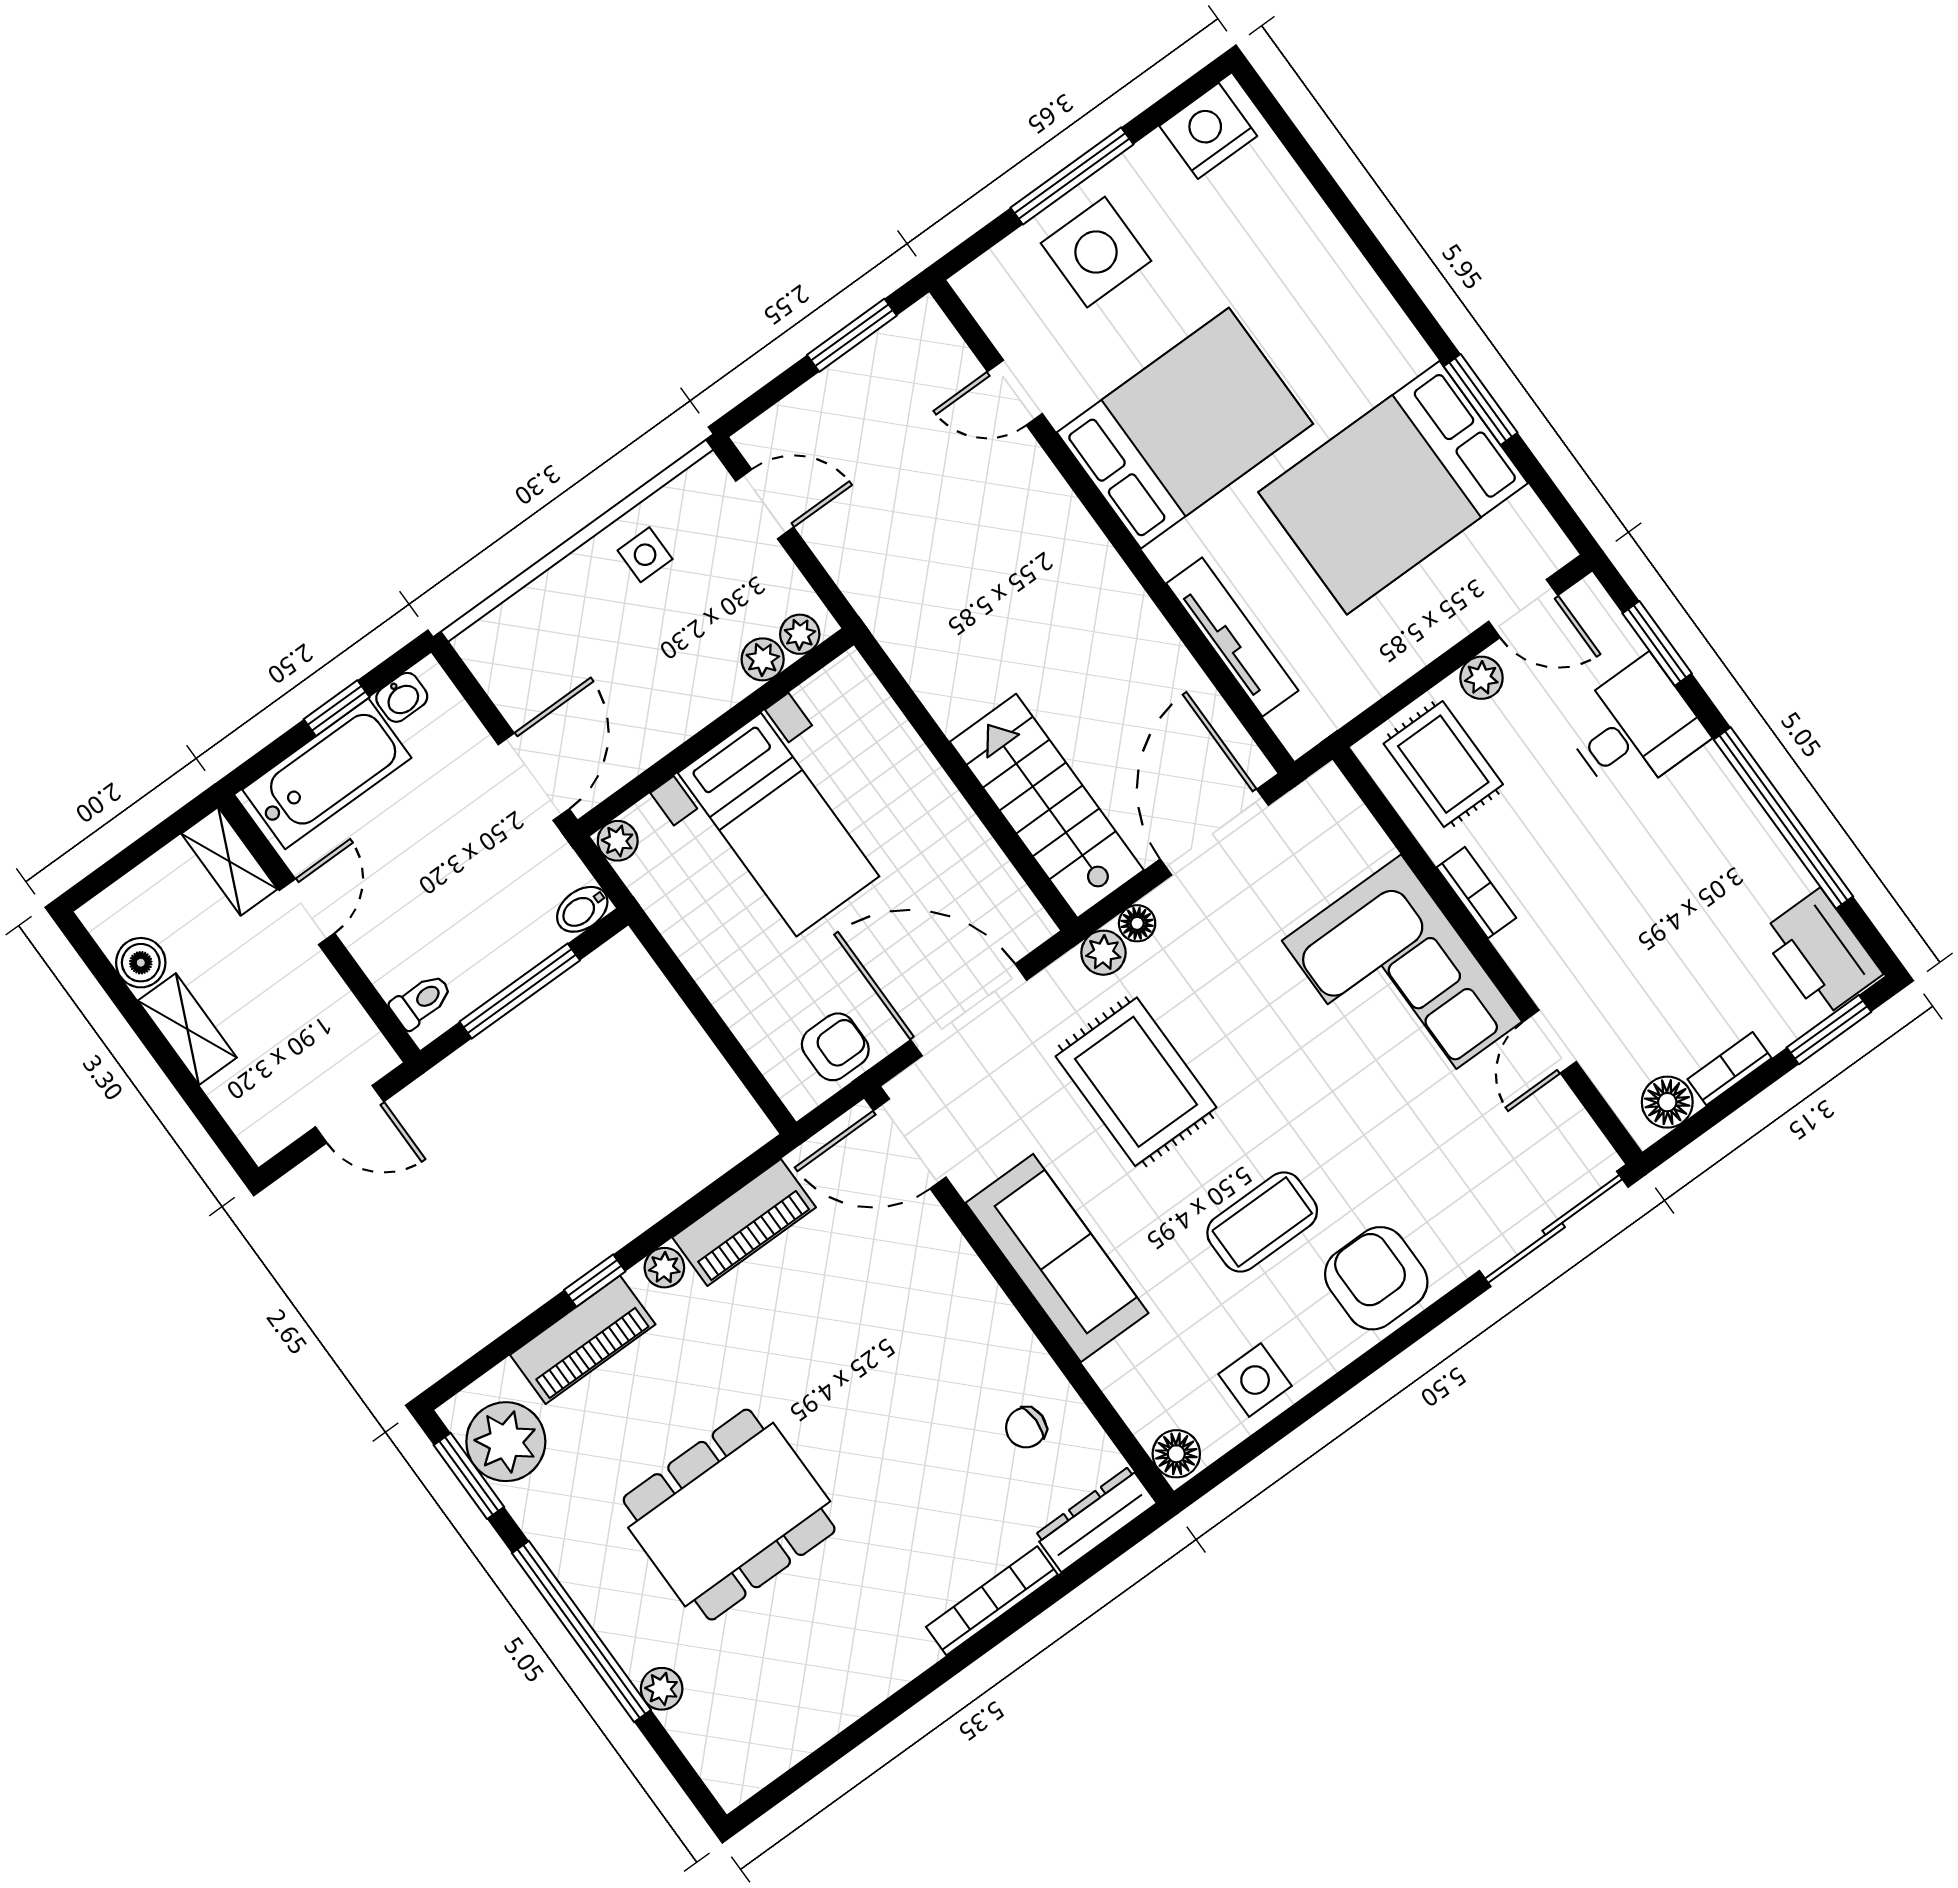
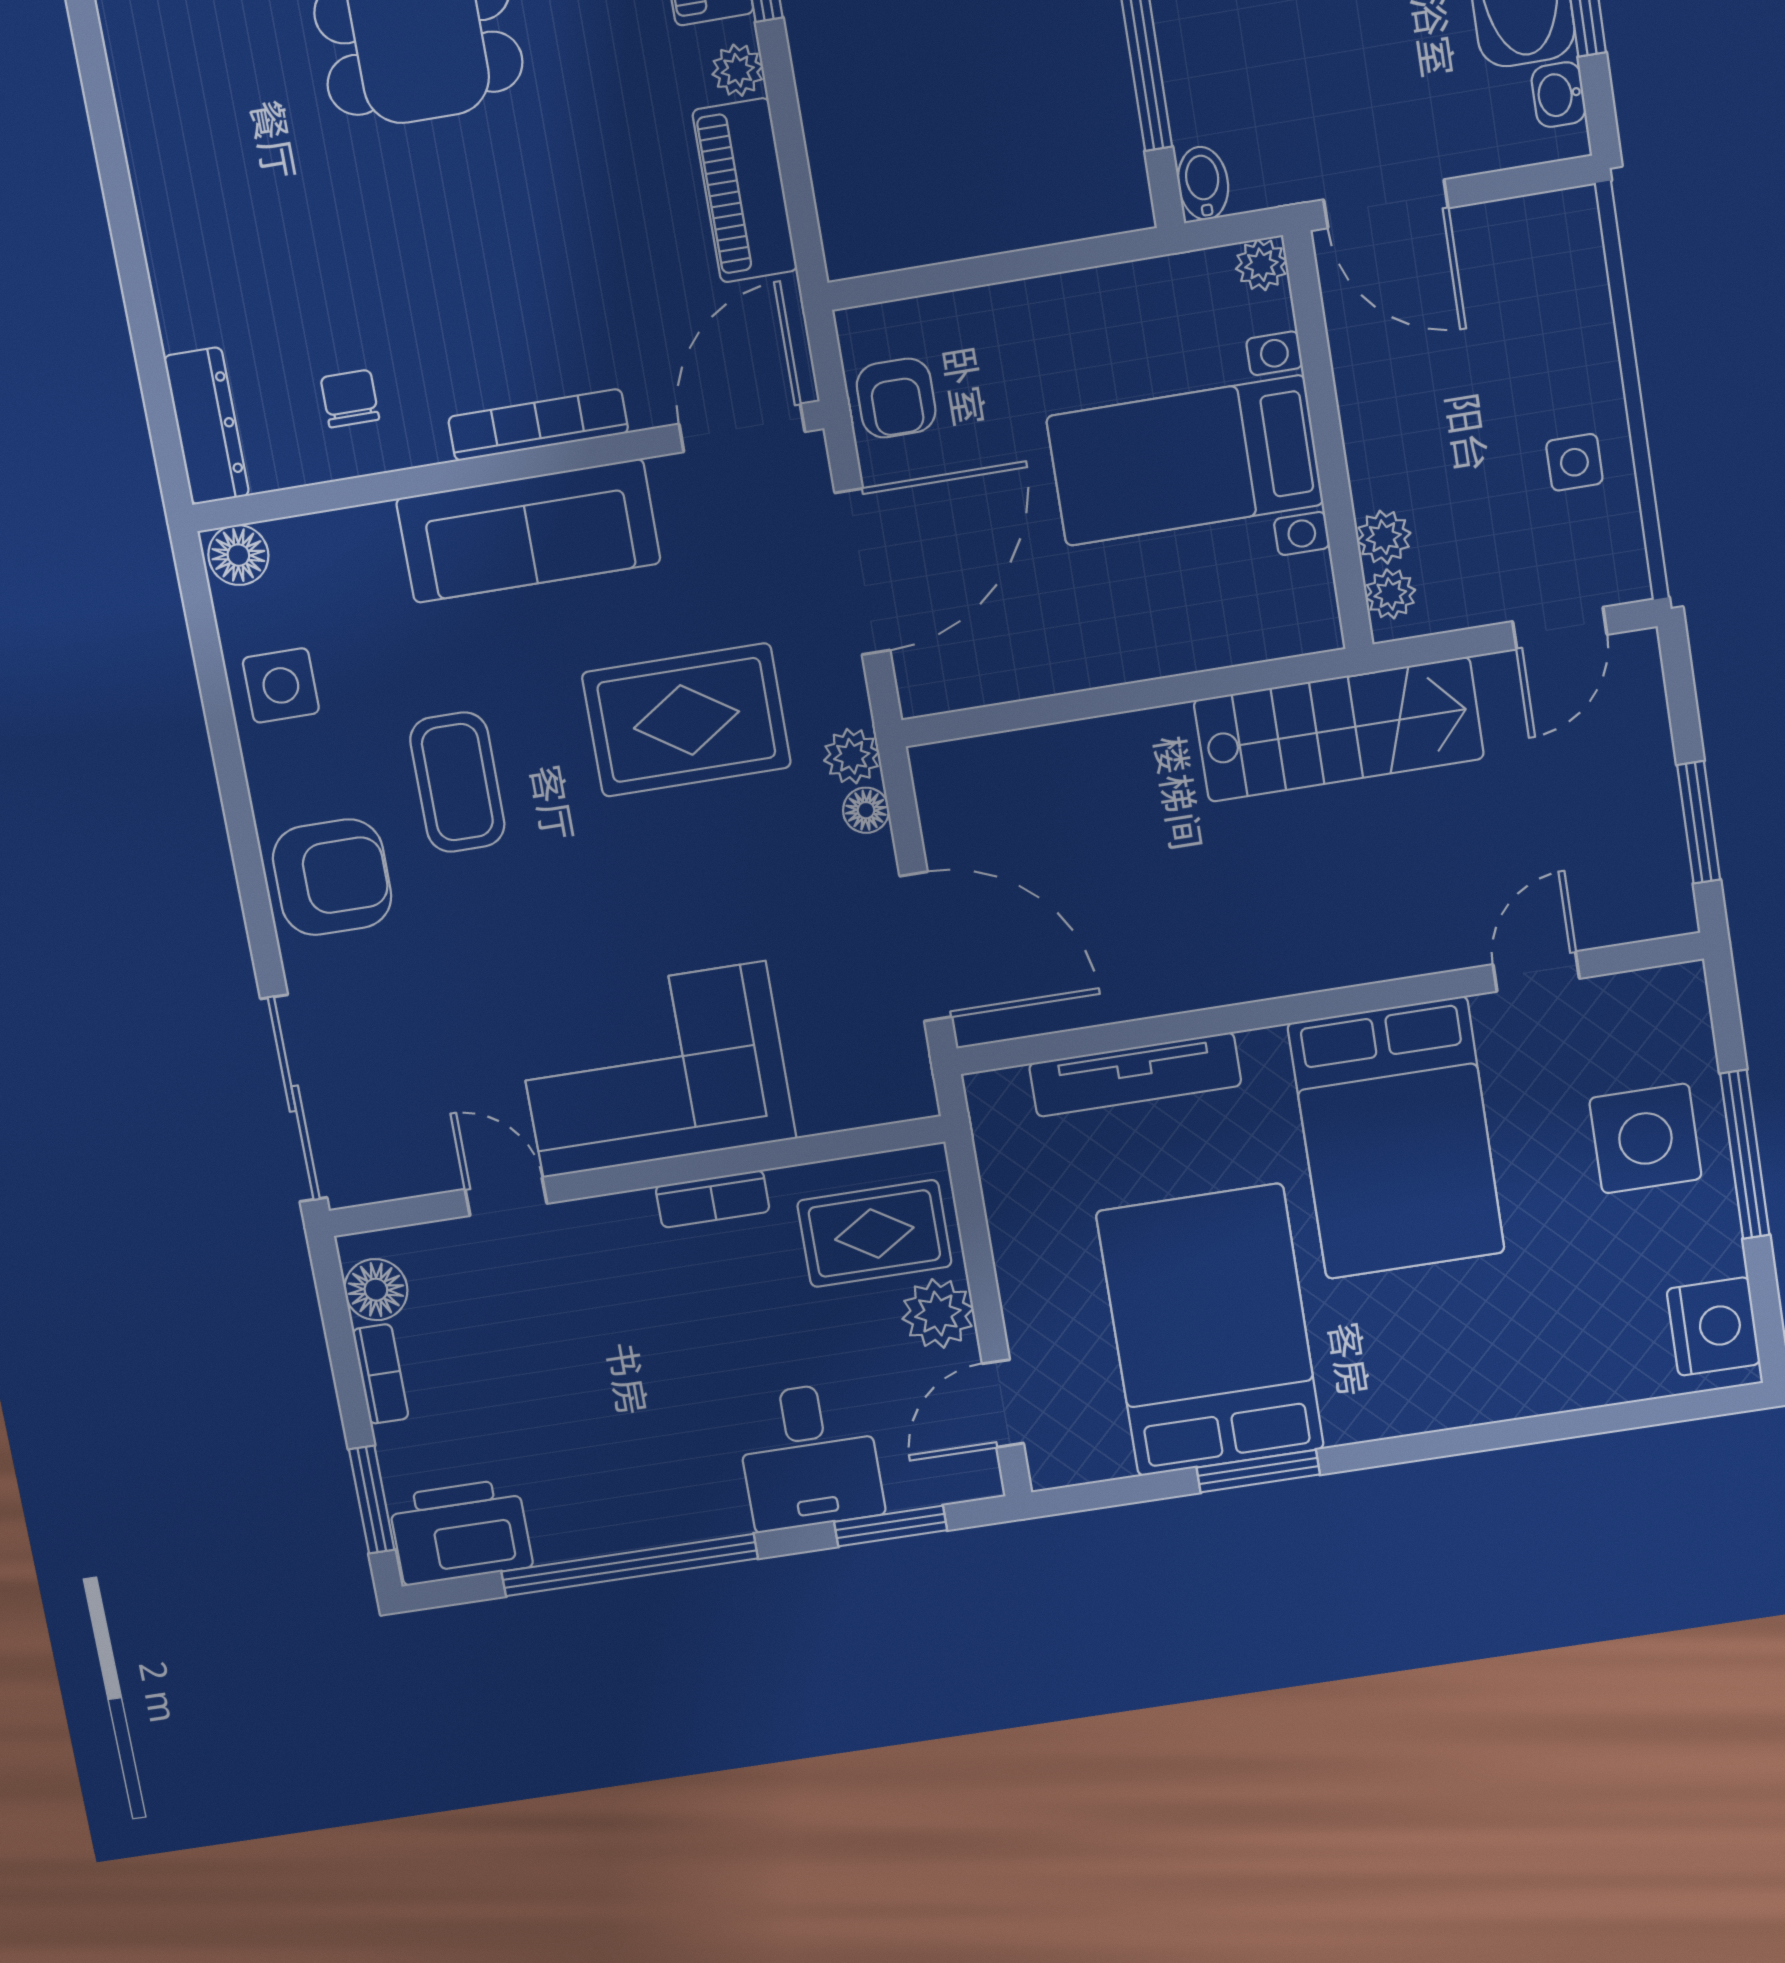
plant: (1481, 678) -> (938, 1313), width x1.38, depth x1.38
stairs: (1047, 806) -> (1339, 729), moved
bookcase: (992, 1601) -> (538, 425), moved, turned -90

